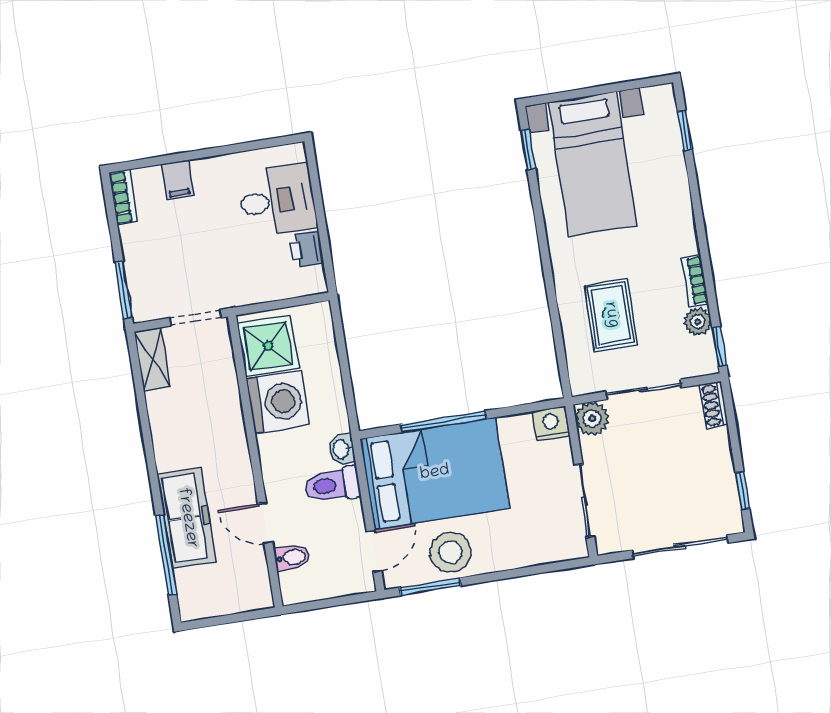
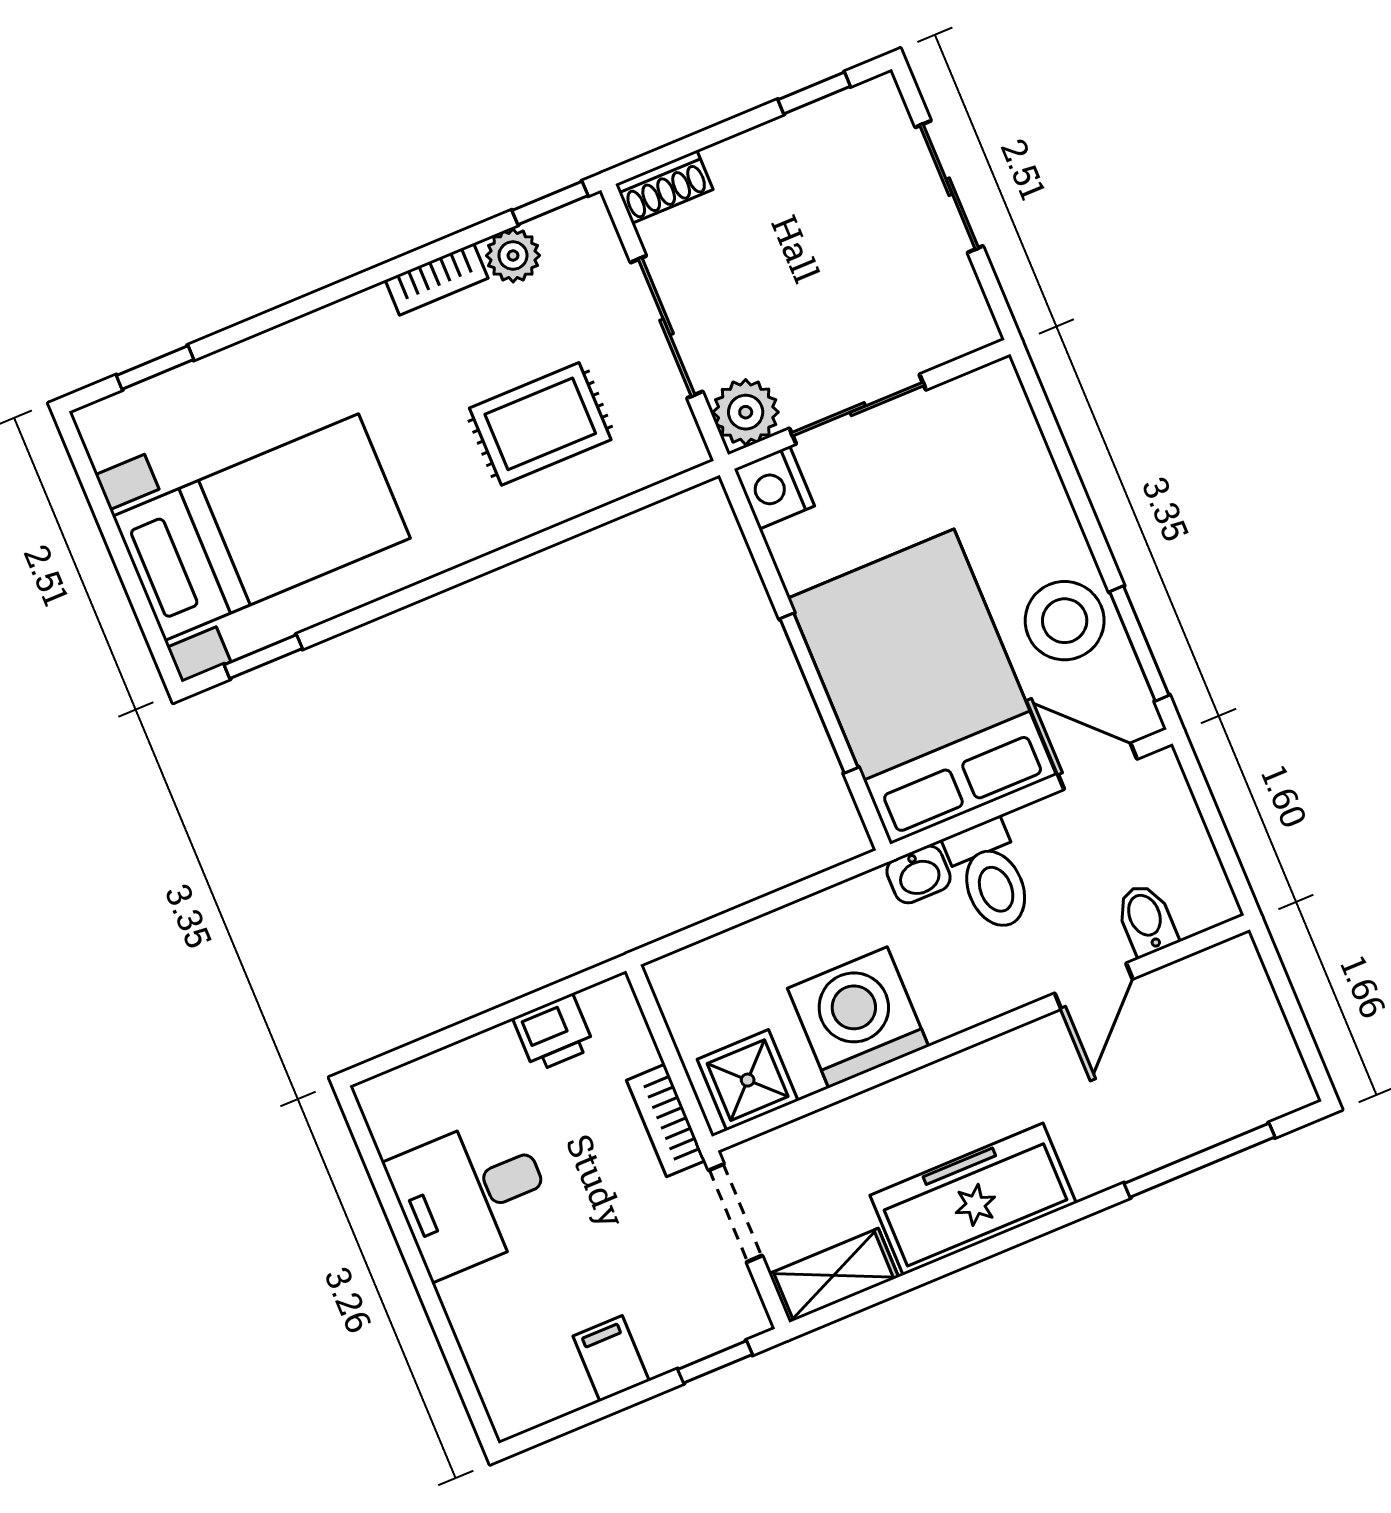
filing cabinet: (177, 180) -> (611, 1359), moved, turned -90
bookcase: (124, 197) -> (666, 1120), moved, turned -90
desk: (277, 200) -> (472, 1196), moved, turned -90
window: (124, 290) -> (715, 1362), width x0.67
shower: (268, 346) -> (748, 1080), width x0.73, depth x0.73
sliding door: (584, 501) -> (858, 409), moved
freezer: (187, 518) -> (973, 1199), moved
sliding door: (680, 547) -> (949, 187), width x0.73

